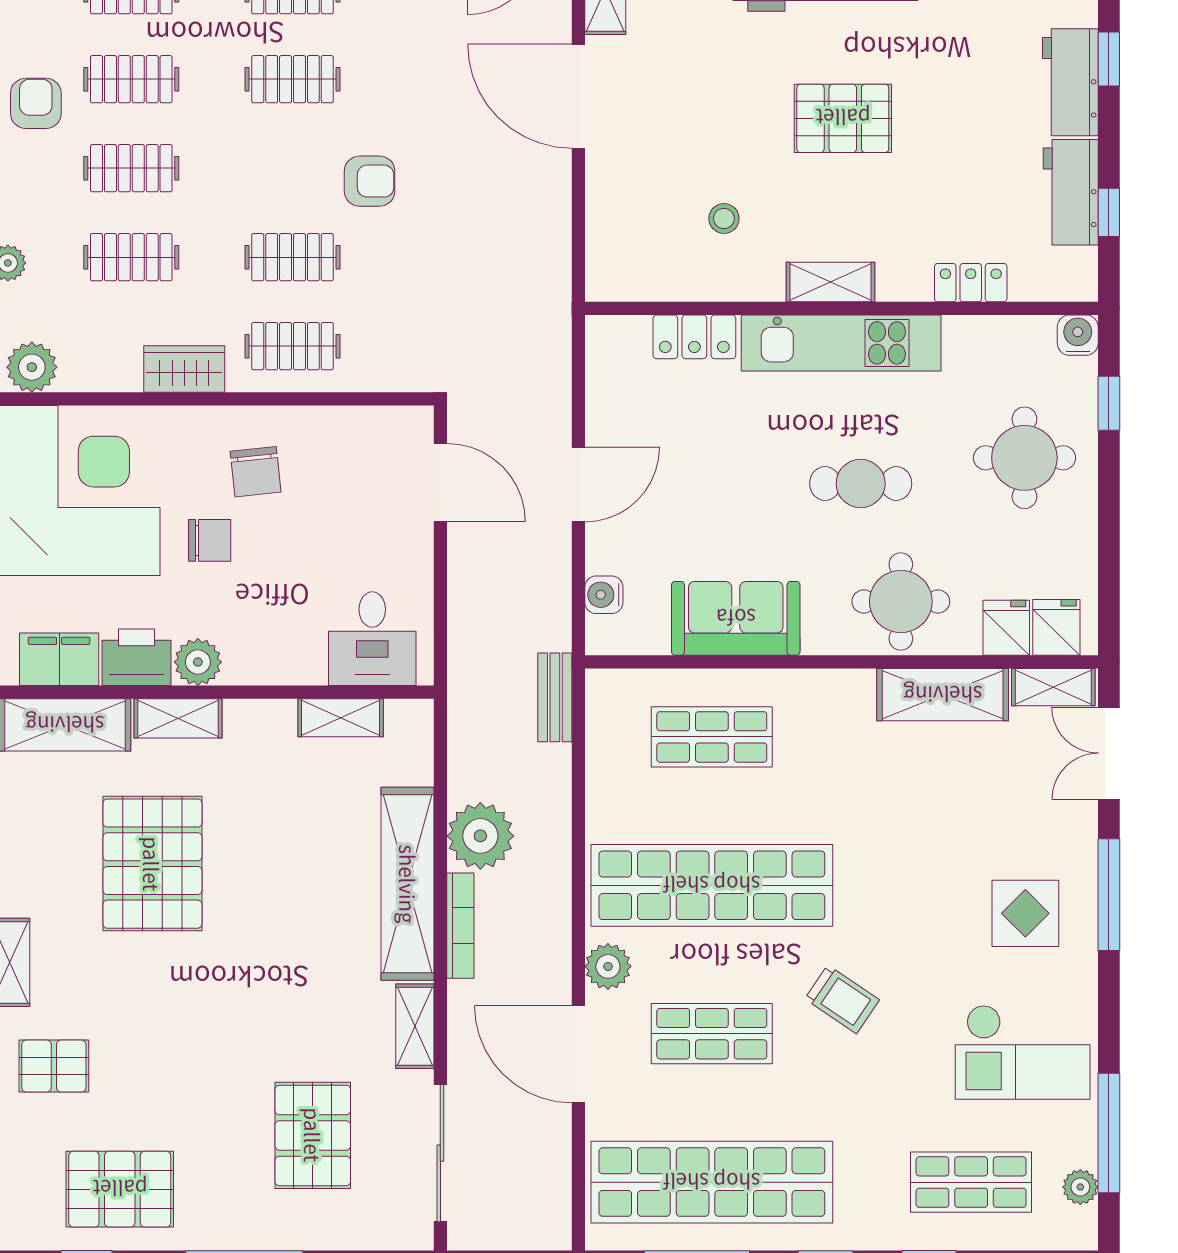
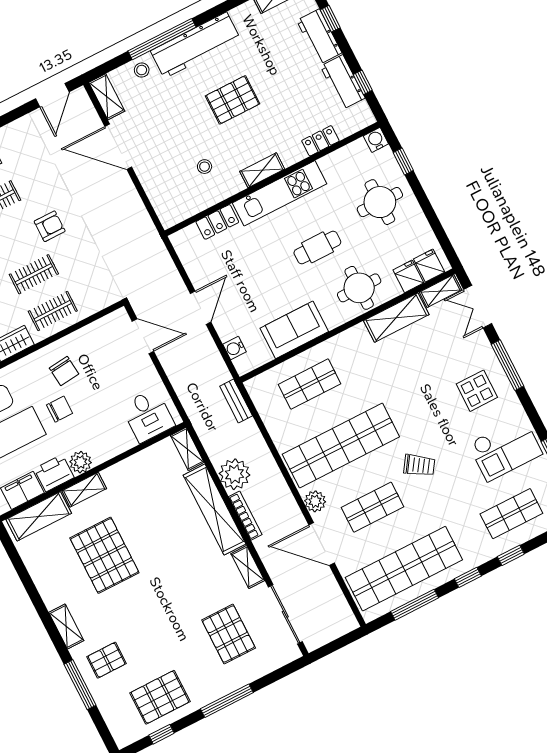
shelving: (341, 718) -> (187, 449), moved, turned 90

